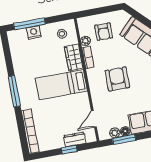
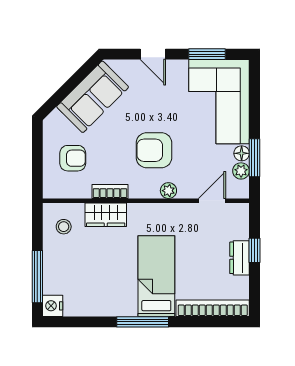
nightstand: (34, 32) -> (53, 306), moved
plant: (85, 41) -> (168, 191), moved
bed: (61, 85) -> (156, 276), moved, turned 180
door: (94, 119) -> (212, 201), swing flipped
dresser: (75, 139) -> (240, 258), moved

